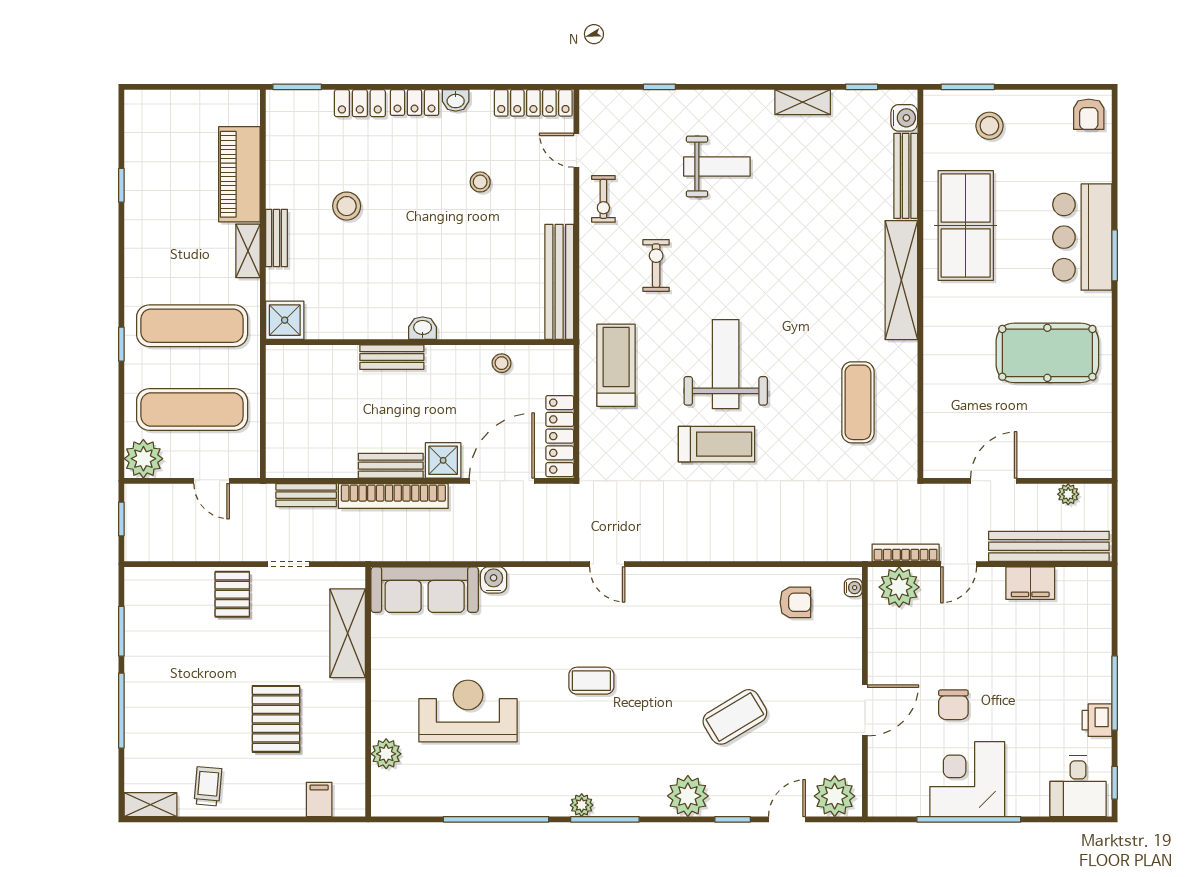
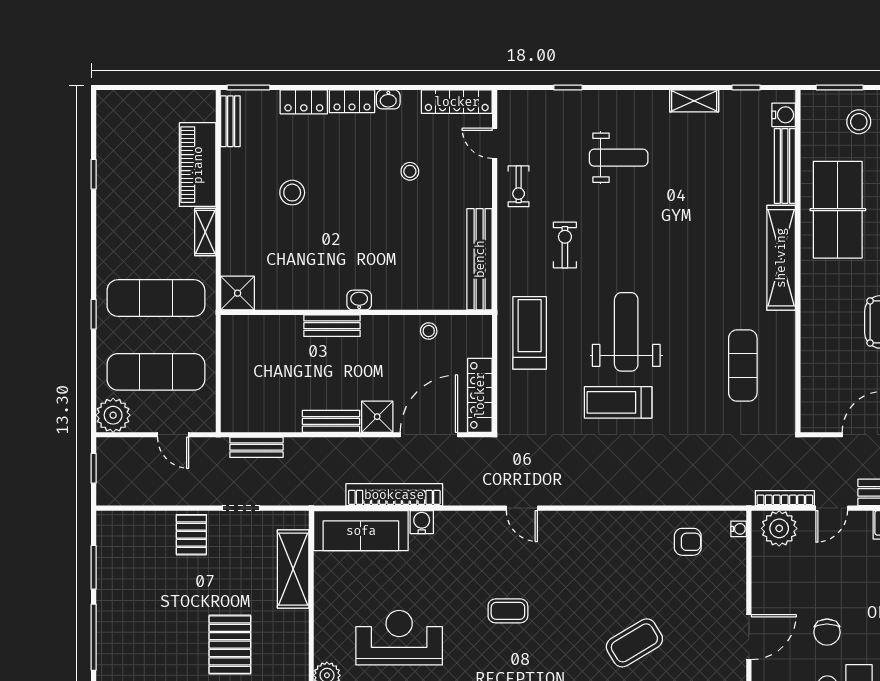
bench: (277, 238) -> (230, 121), moved
treadmill: (716, 444) -> (618, 402), turned 180
bookcase: (393, 496) -> (394, 495), moved, turned 180

